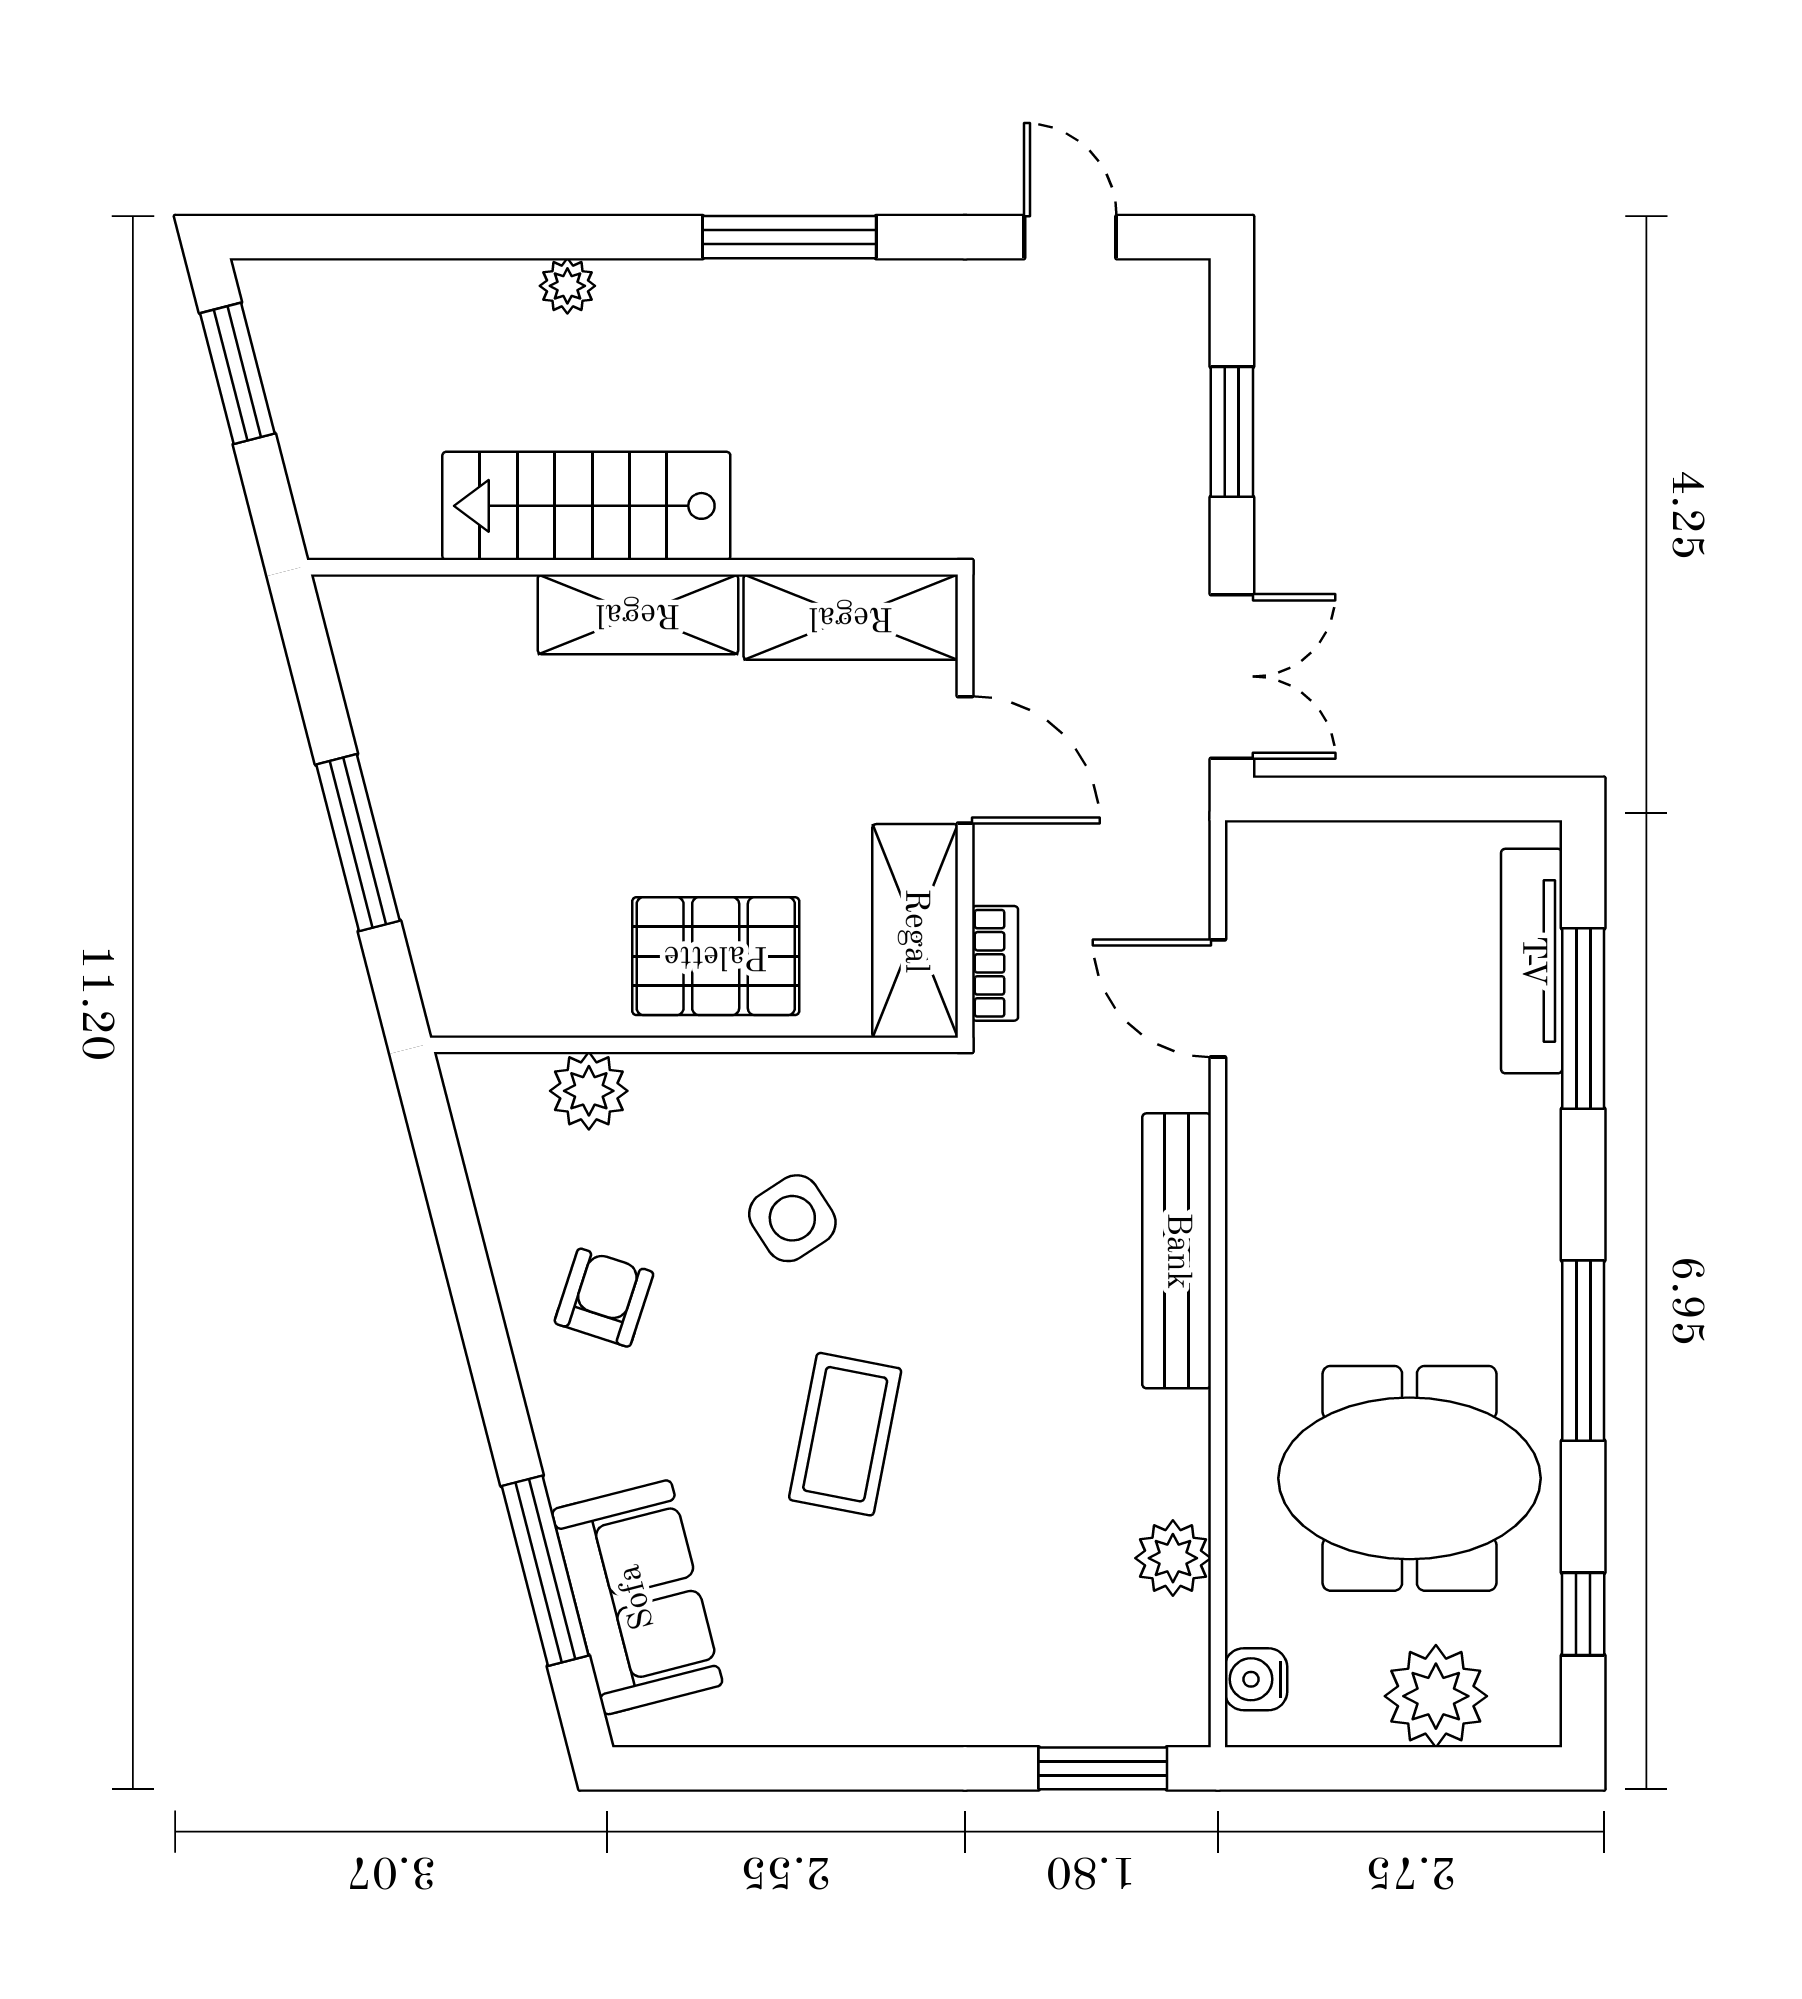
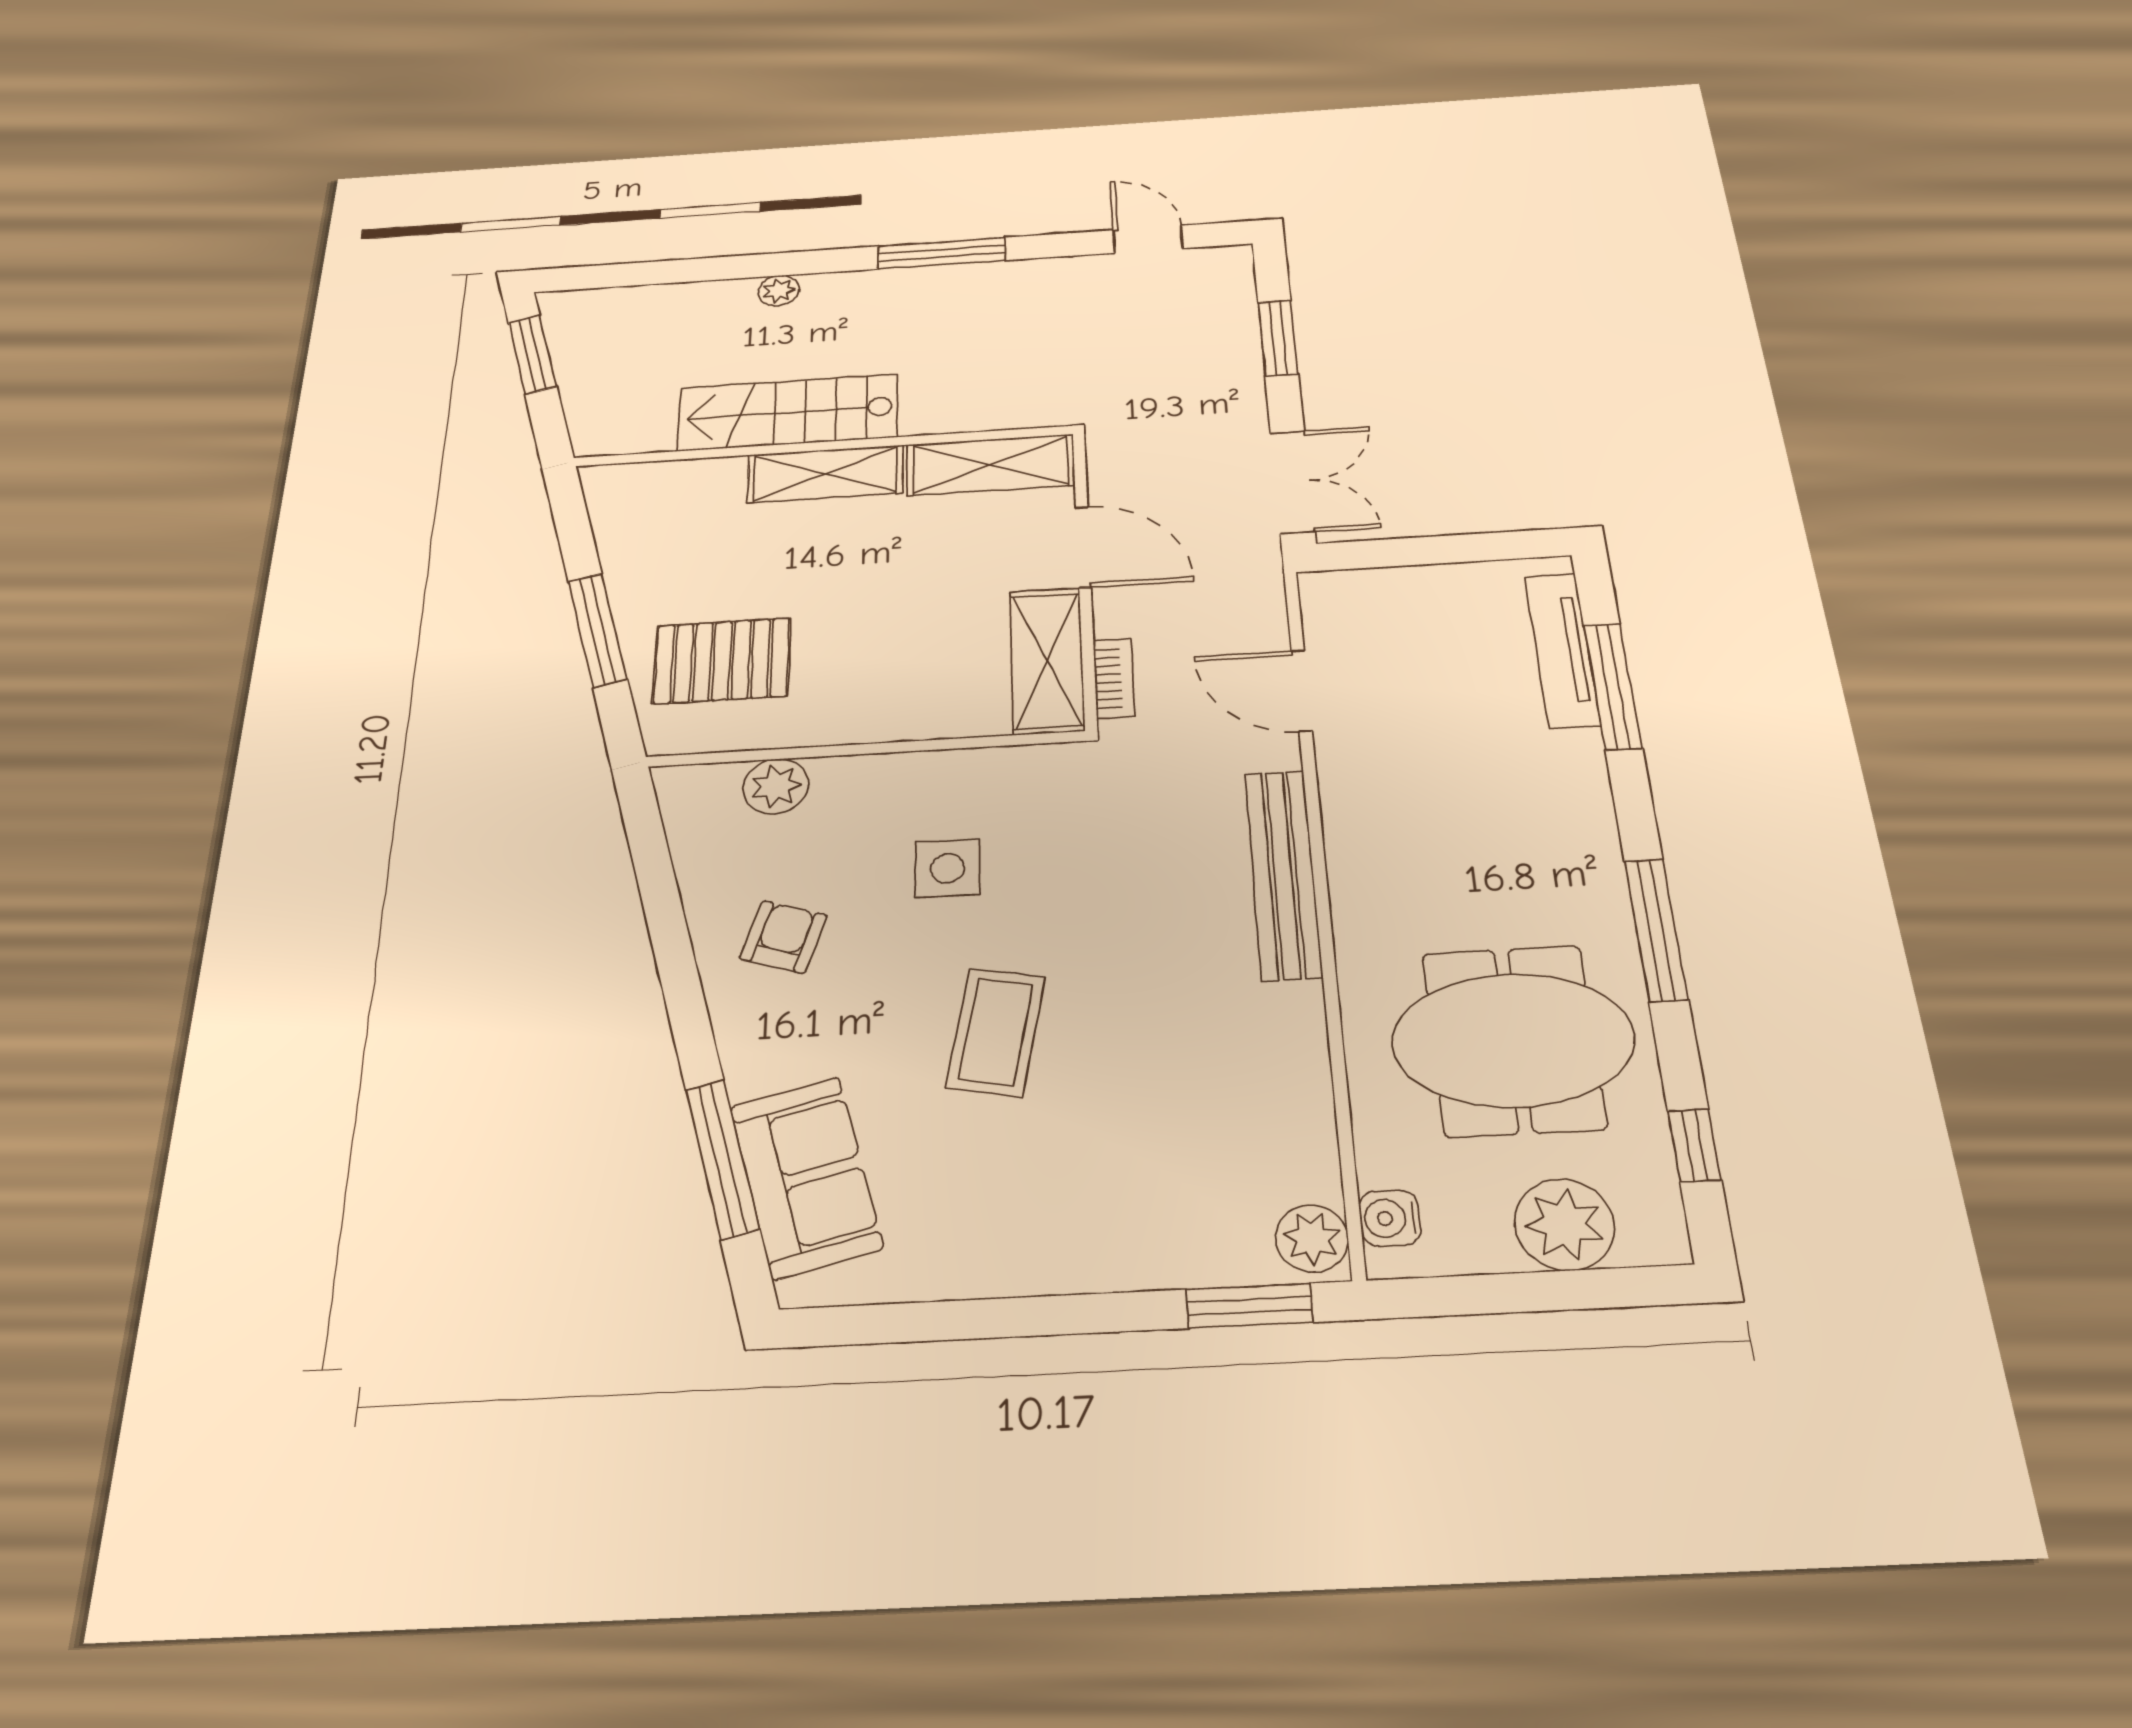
pallet: (716, 956) -> (722, 661), moved
side table: (792, 1218) -> (947, 868), turned 33
plant: (1173, 1558) -> (1312, 1238), moved

